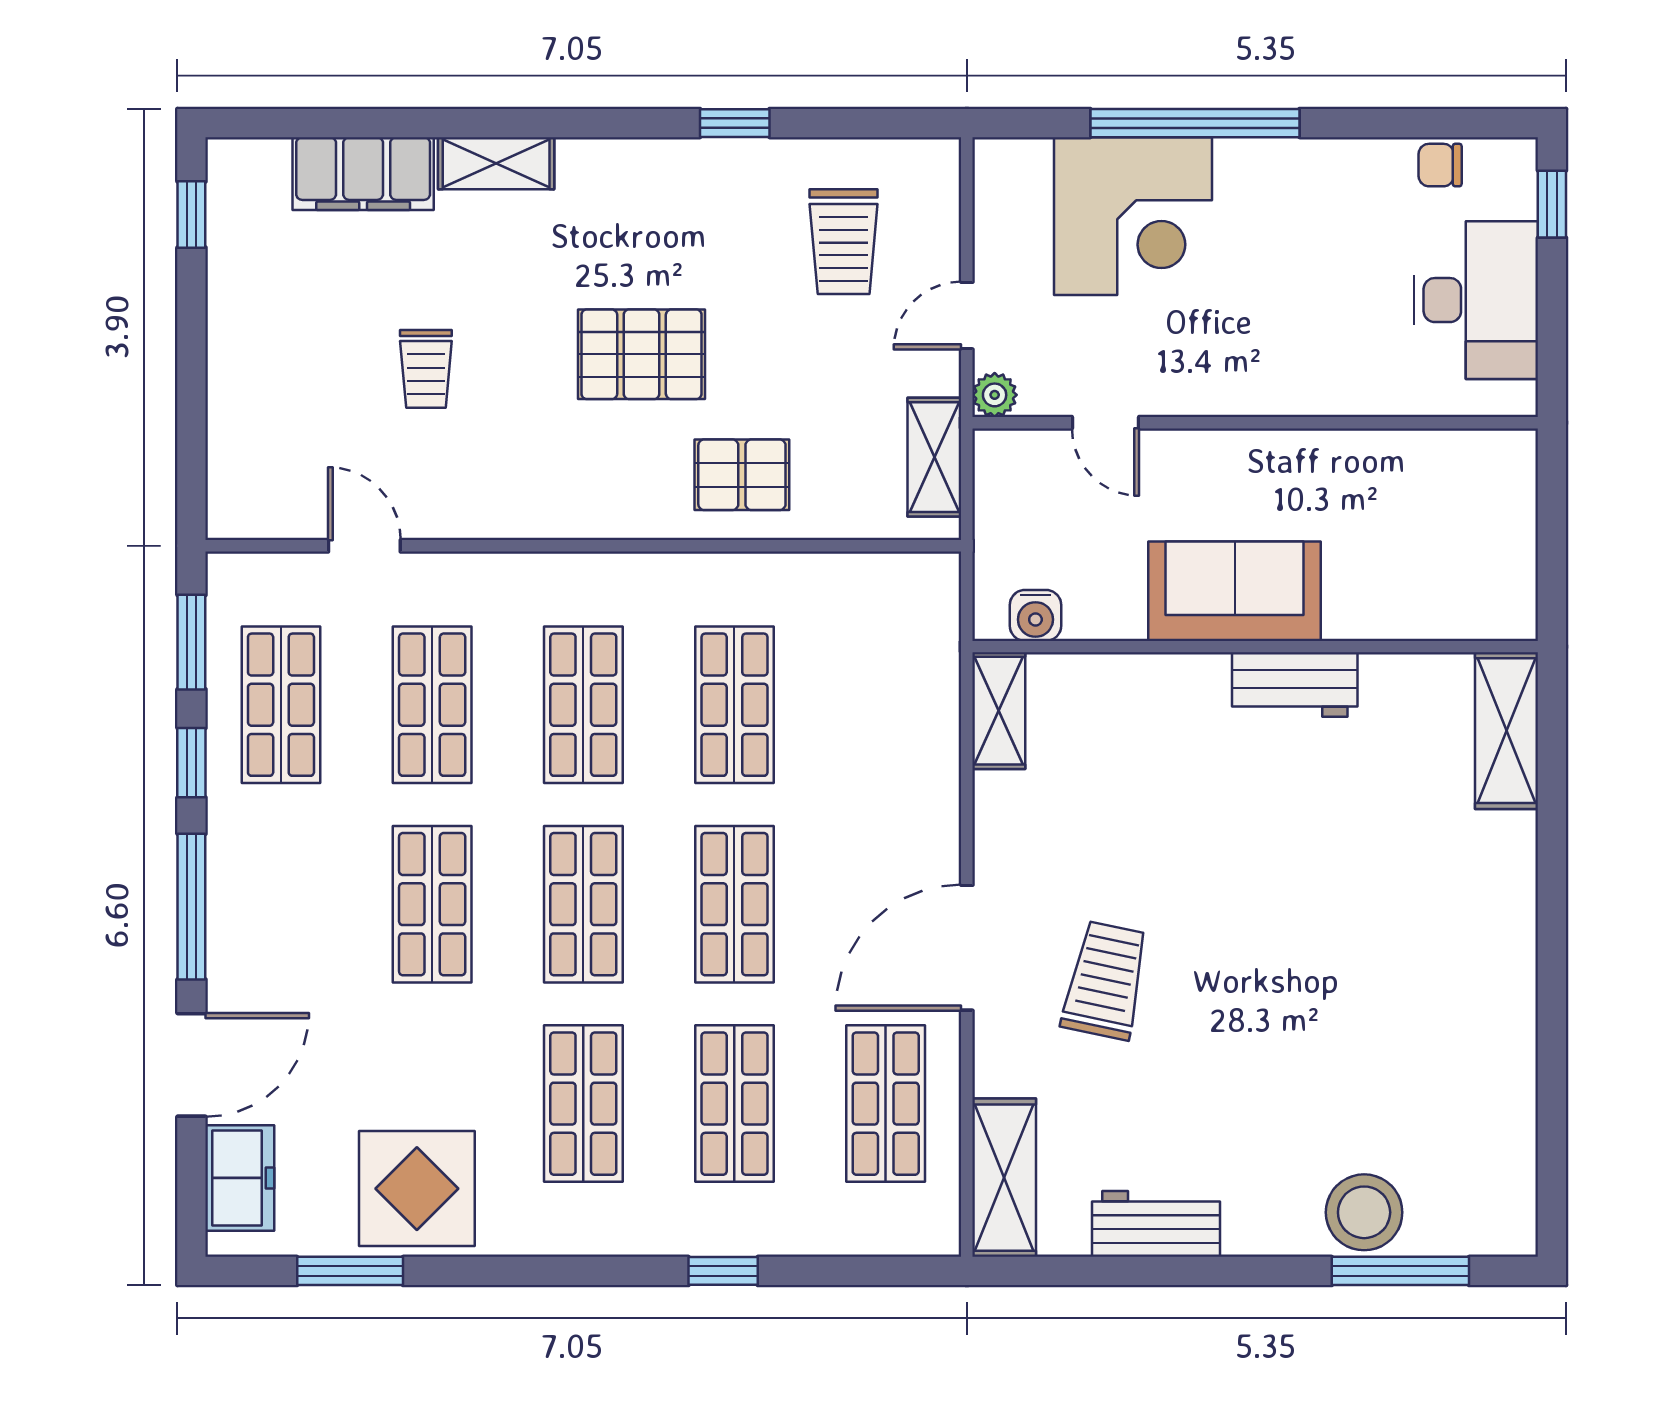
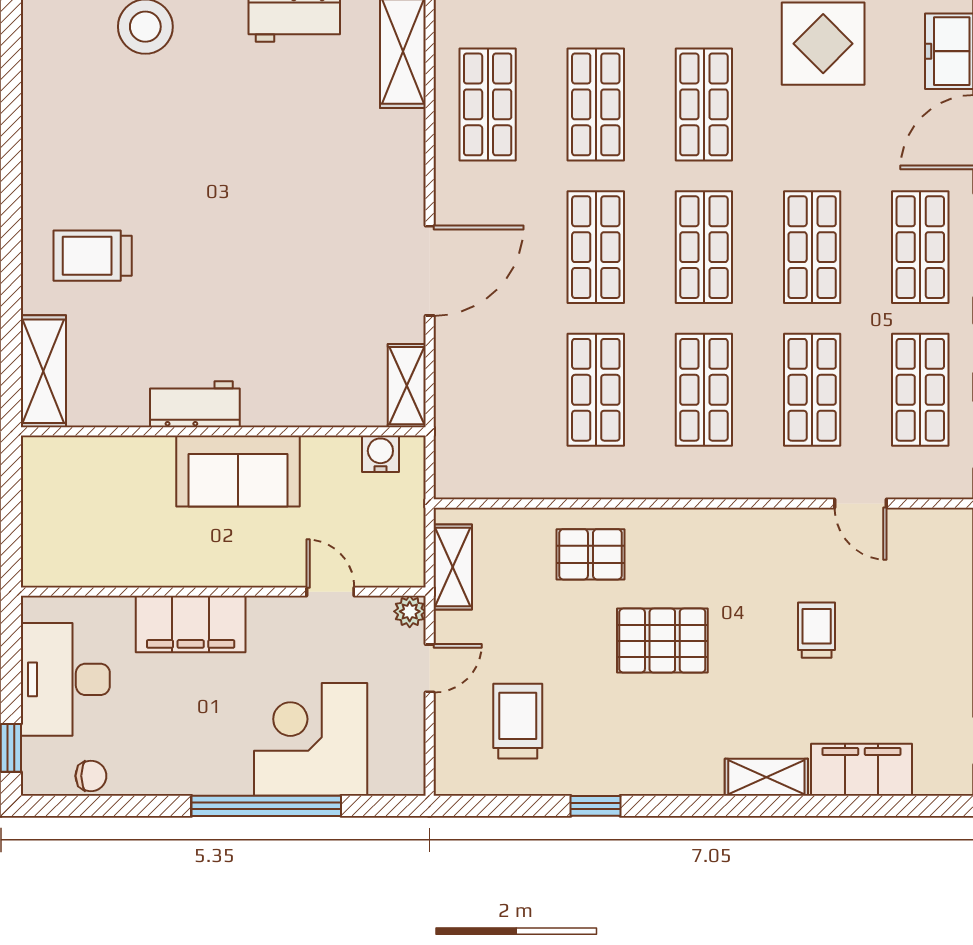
filing cabinet: (1301, 377) -> (191, 624), added
shop shelf: (281, 904) -> (920, 247), added
door: (967, 948) -> (430, 271), moved
trolley: (1105, 981) -> (93, 256), moved, turned 78

